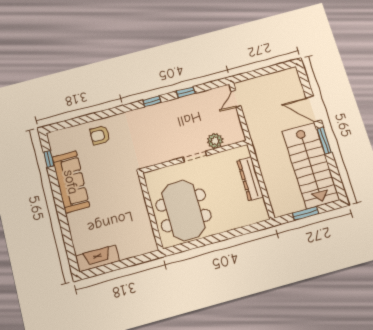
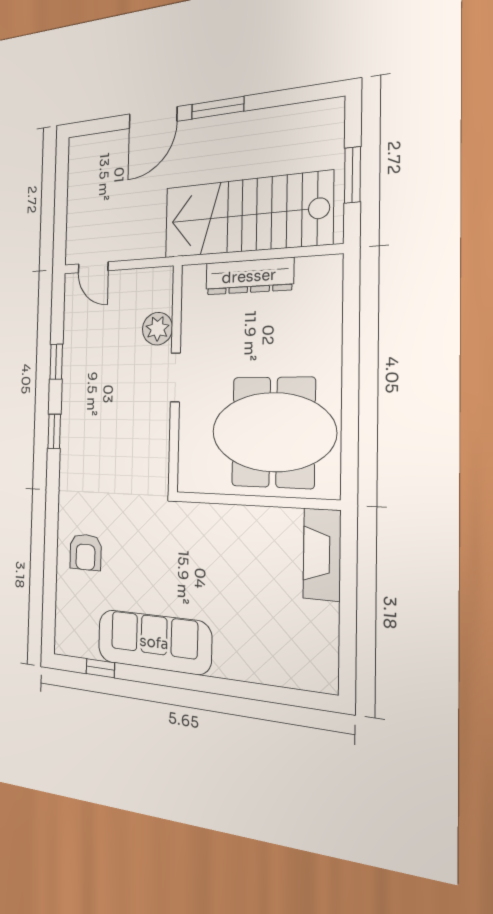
stairs: (311, 165) -> (246, 215), moved, turned 180
fireplace: (98, 258) -> (322, 554), moved

